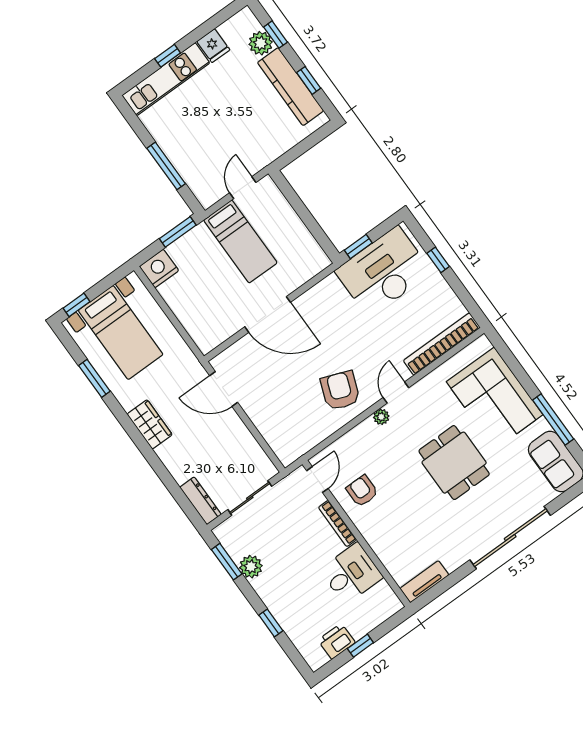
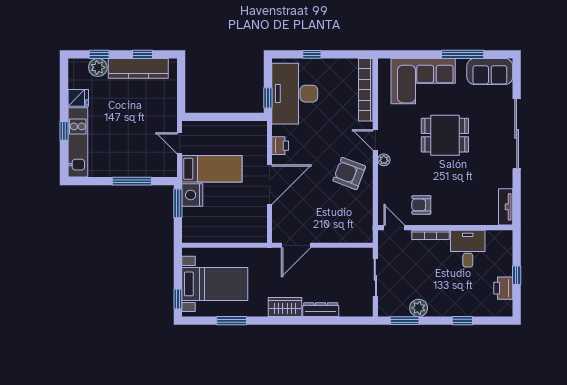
nightstand: (159, 268) -> (192, 195), moved
printer: (317, 296) -> (280, 146), added
dresser: (200, 501) -> (321, 310), moved

